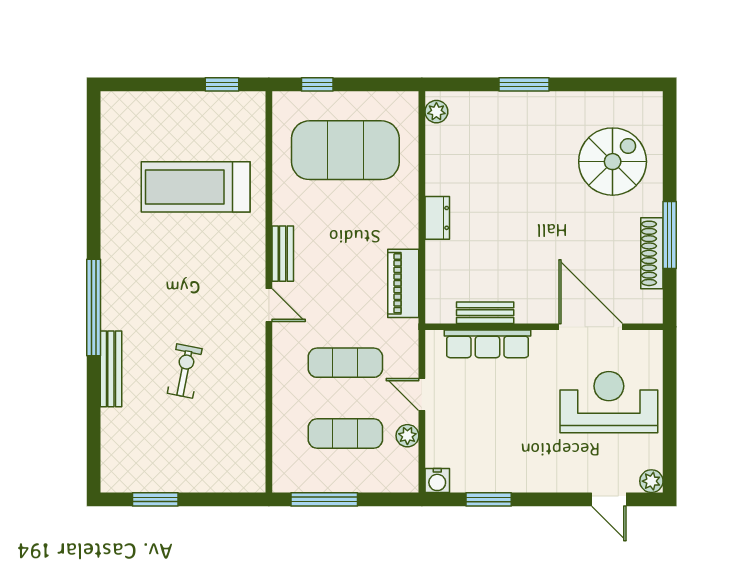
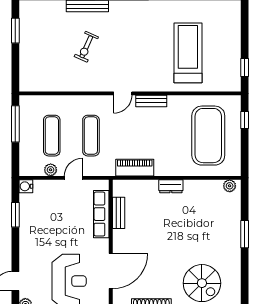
exercise bike: (185, 371) -> (86, 47), turned 103

